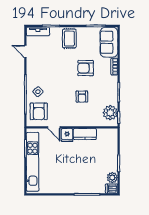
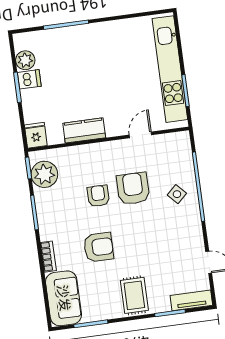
armchair: (39, 111) -> (133, 189), moved
door: (54, 127) -> (140, 135), hinge flipped
fridge: (67, 135) -> (36, 135), moved
dishwasher: (112, 189) -> (29, 79), moved

